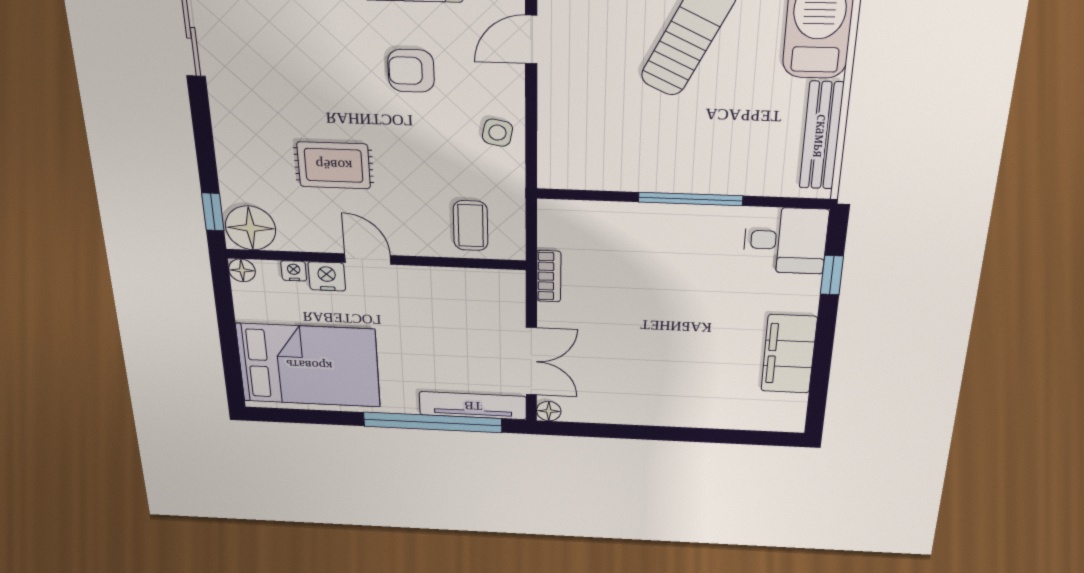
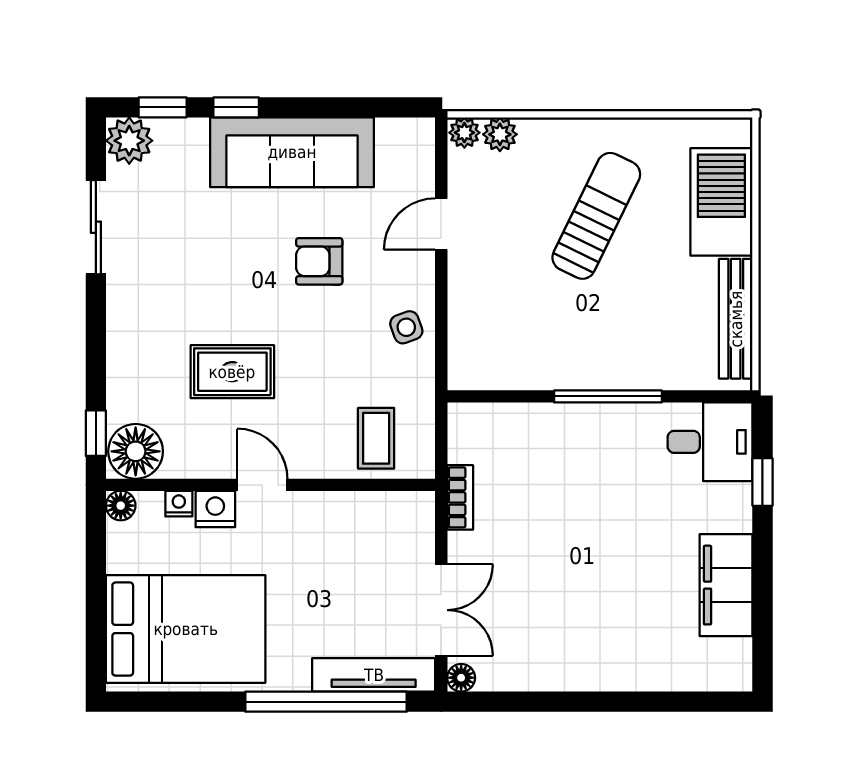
side table: (497, 133) -> (406, 327), turned -31

